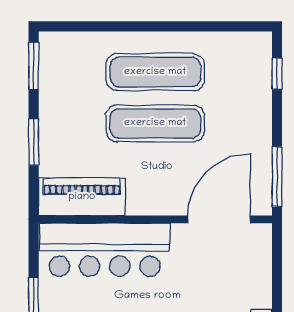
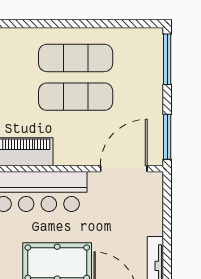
window: (277, 74) -> (167, 59), width x2.17

